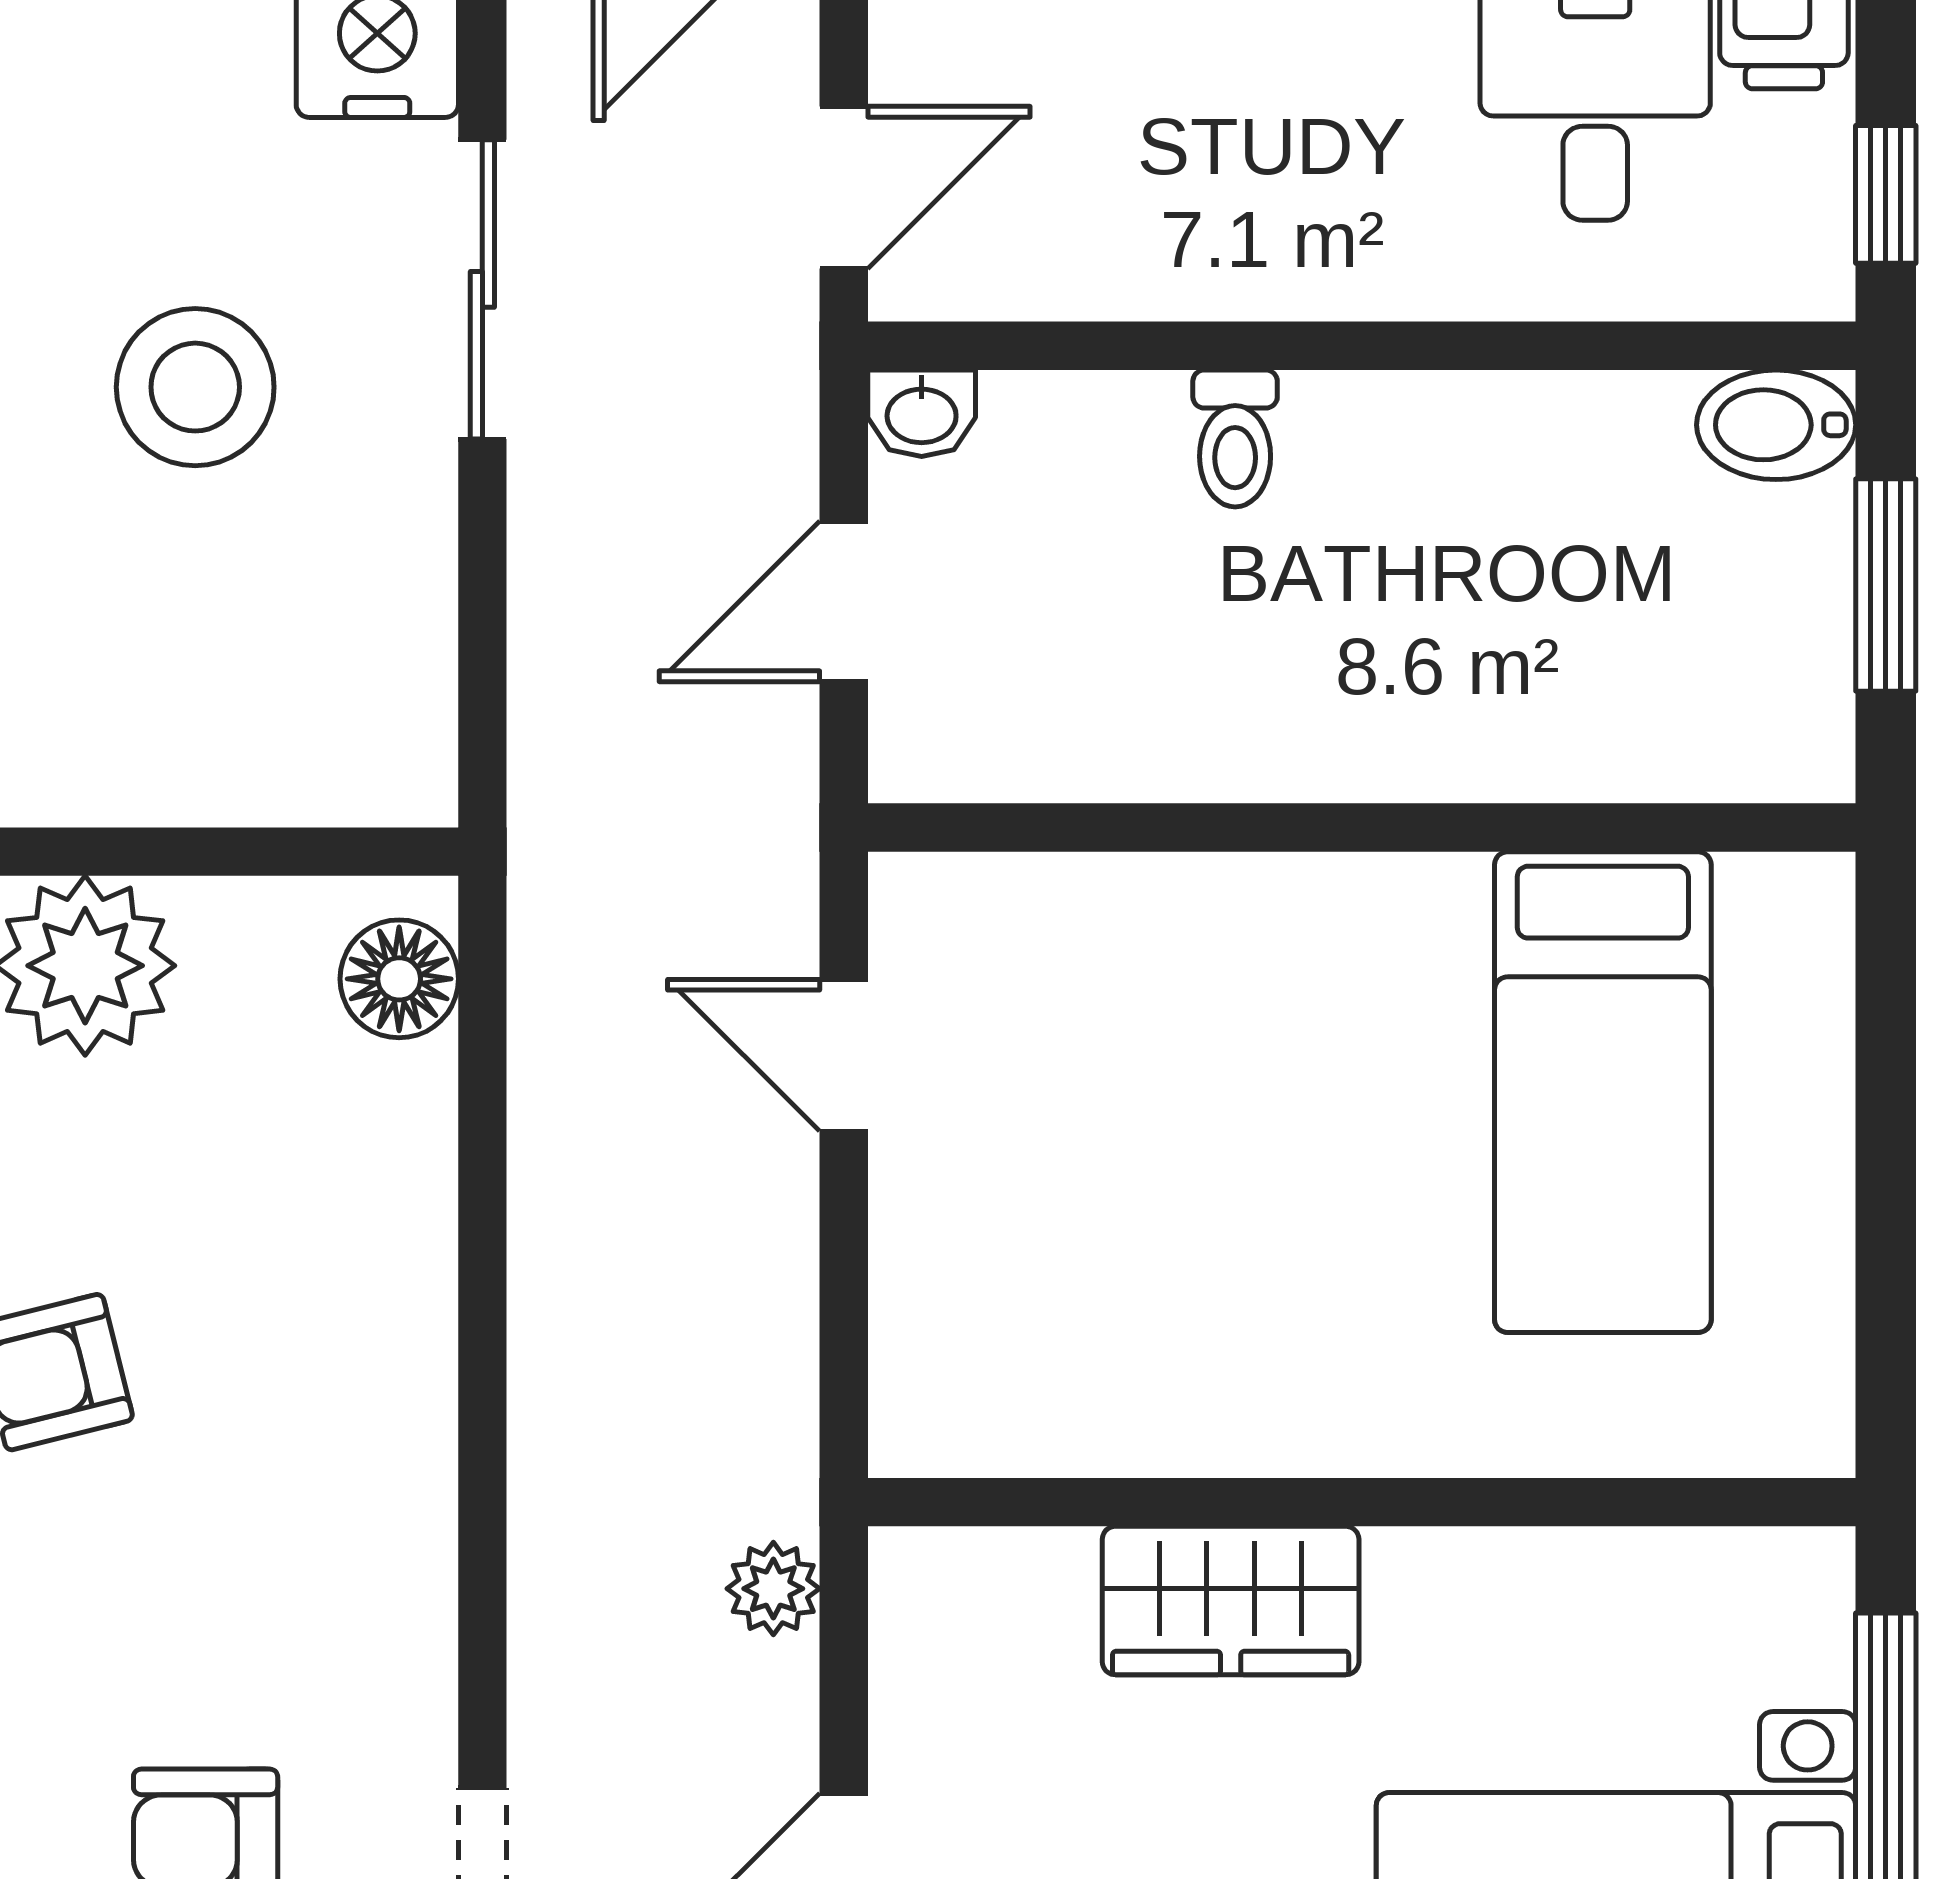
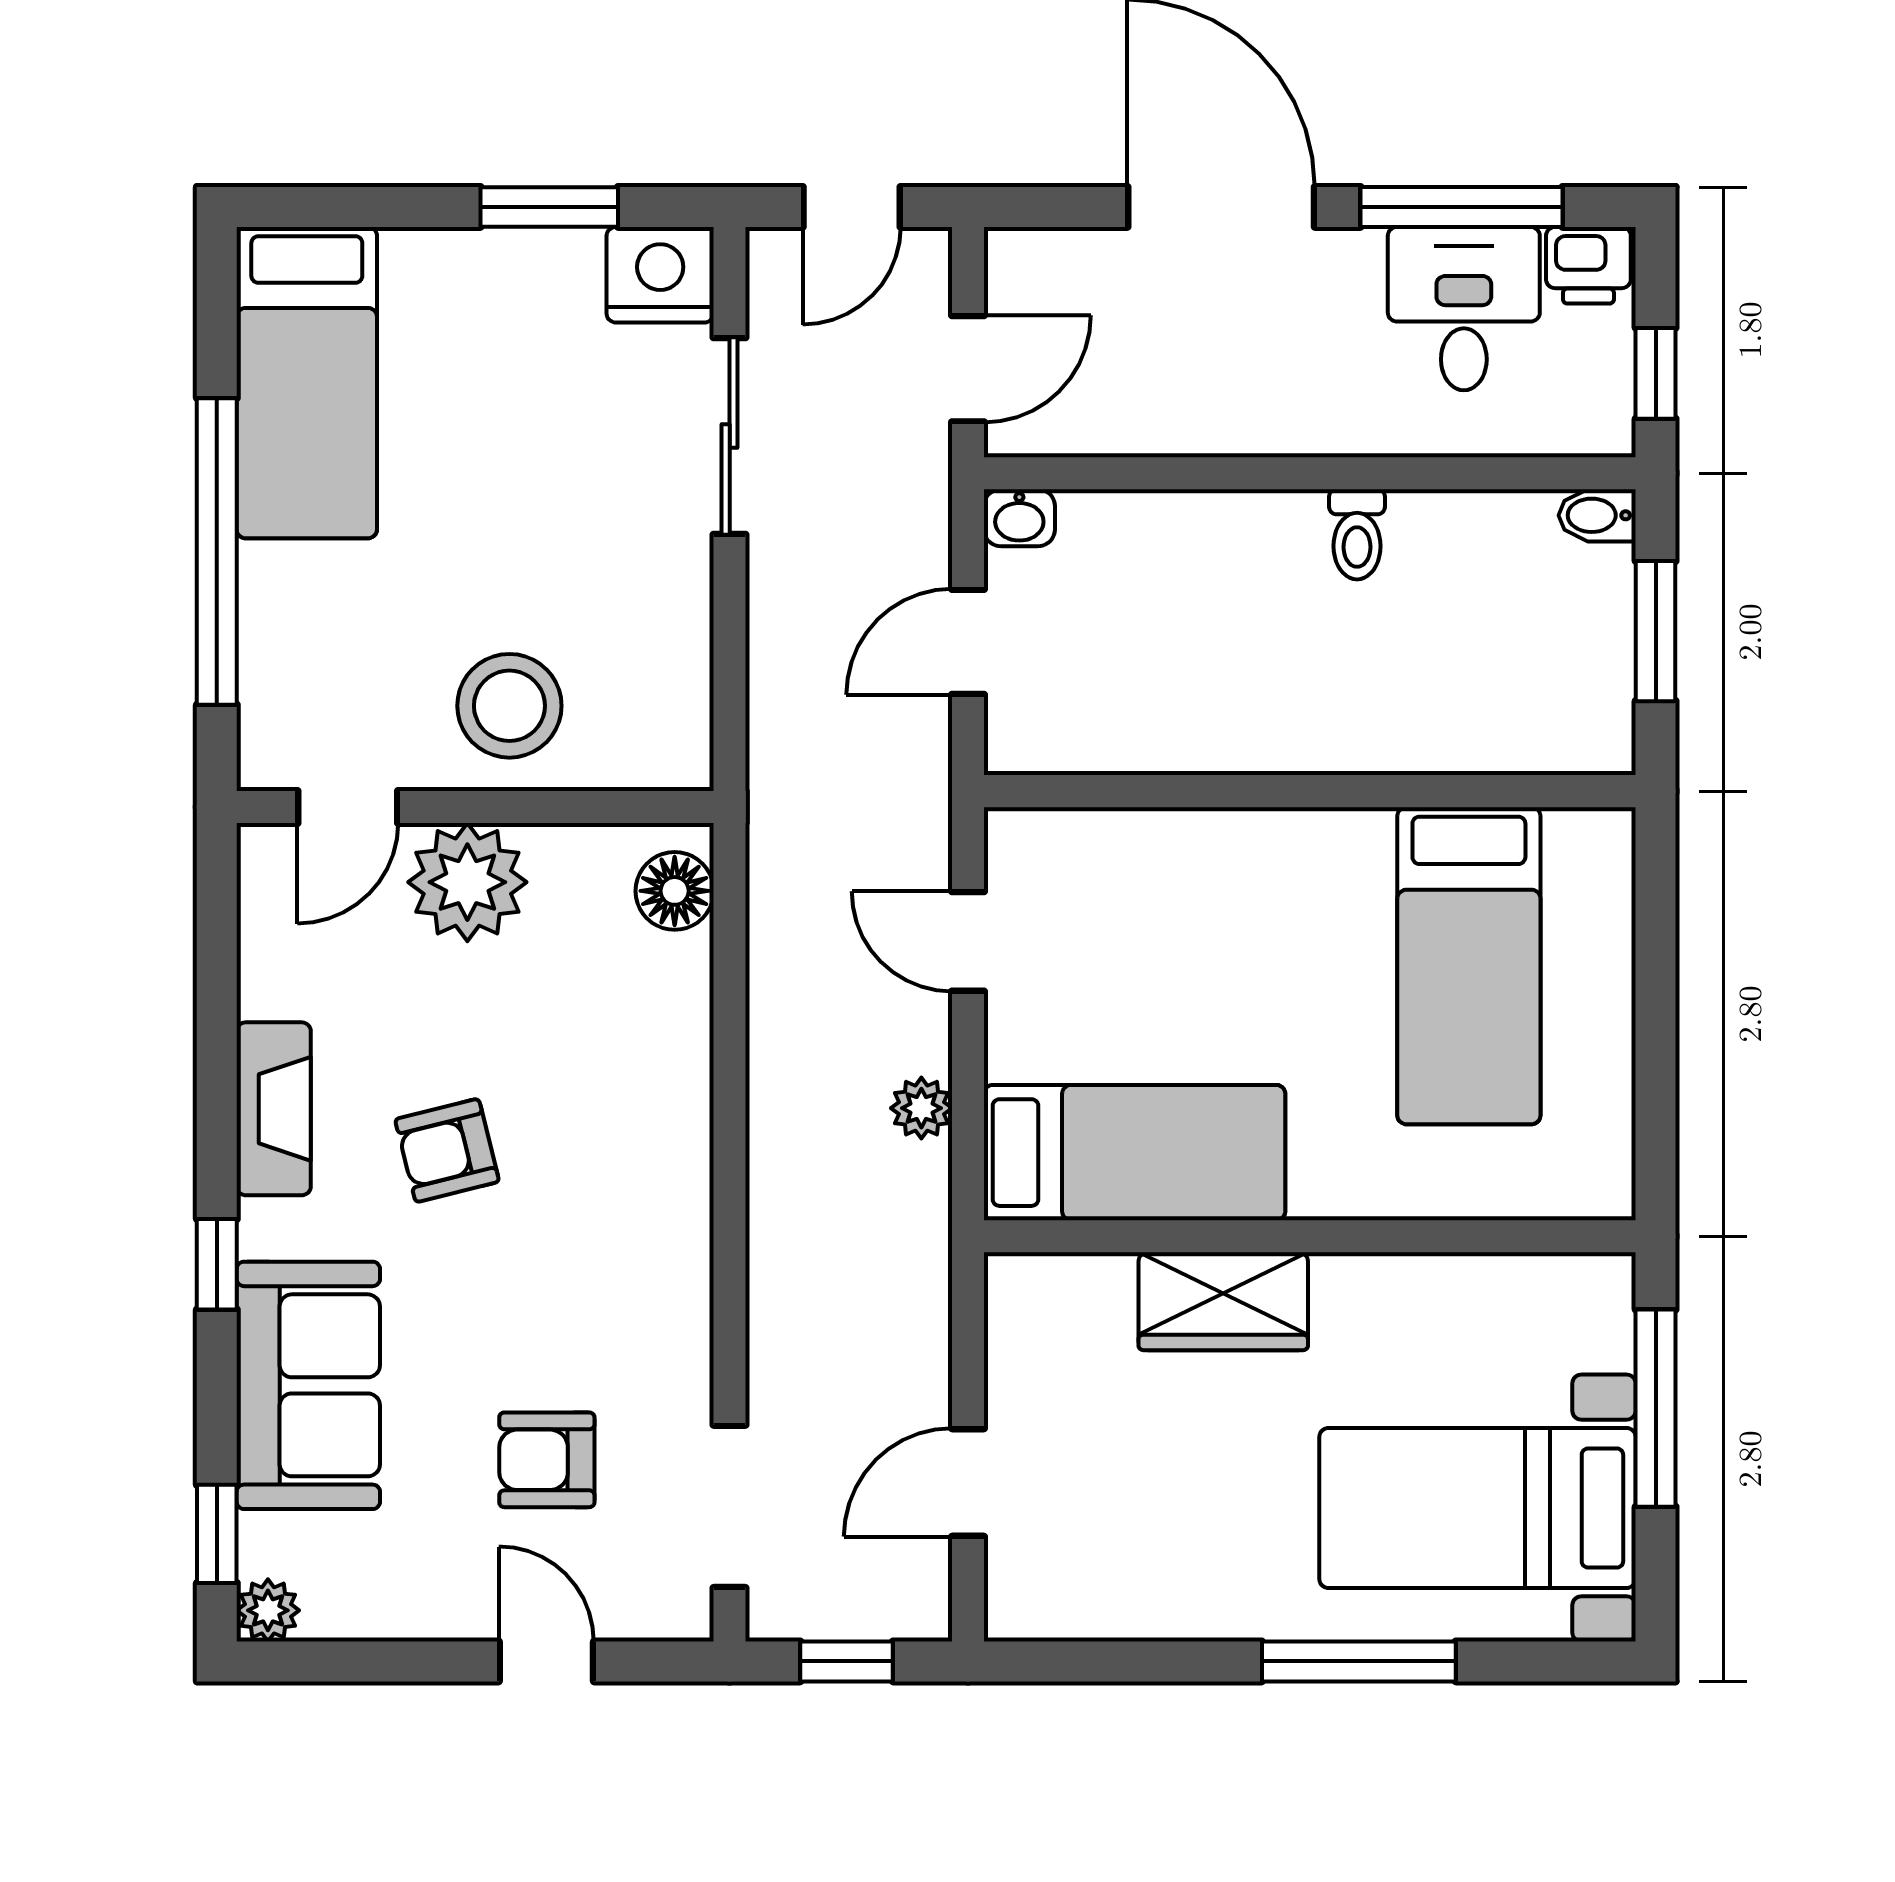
stool: (195, 387) -> (509, 706), moved
bidet: (1776, 425) -> (1597, 515), width x0.72, depth x0.74
toilet: (1235, 438) -> (1357, 534), moved
bed: (1096, 1375) -> (1135, 1153), added
plant: (773, 1589) -> (921, 1108), moved

